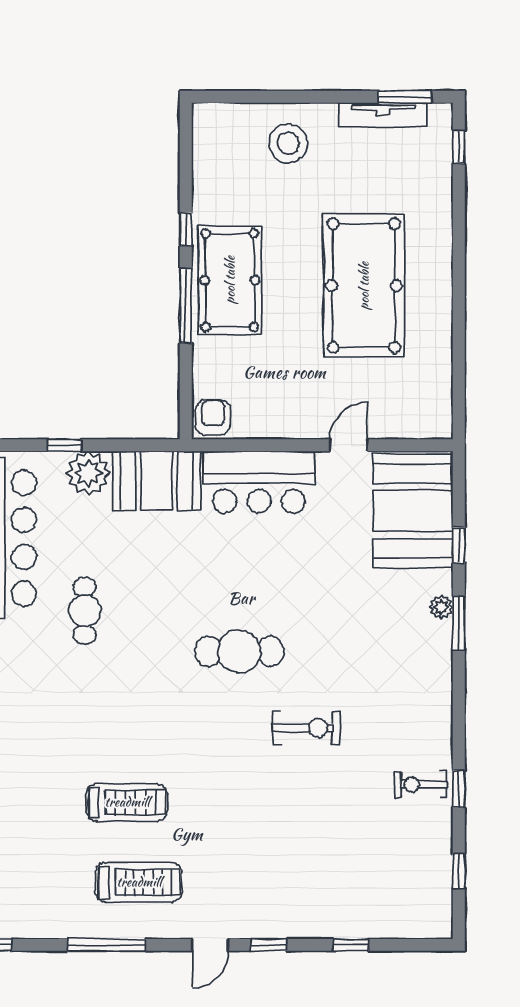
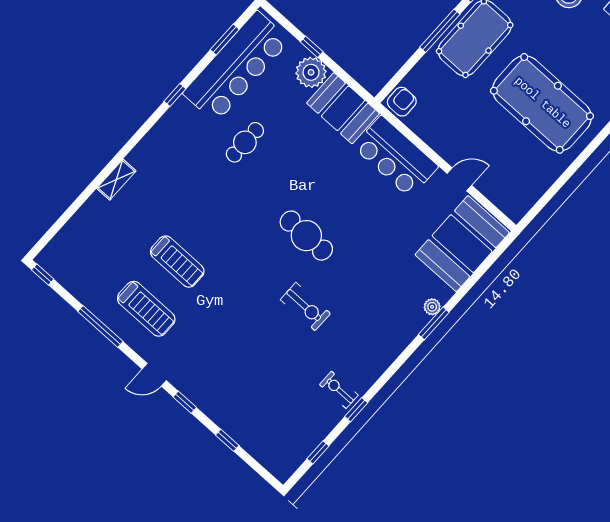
pool table: (364, 286) -> (542, 103), turned 90
window: (459, 545) -> (470, 283), removed

